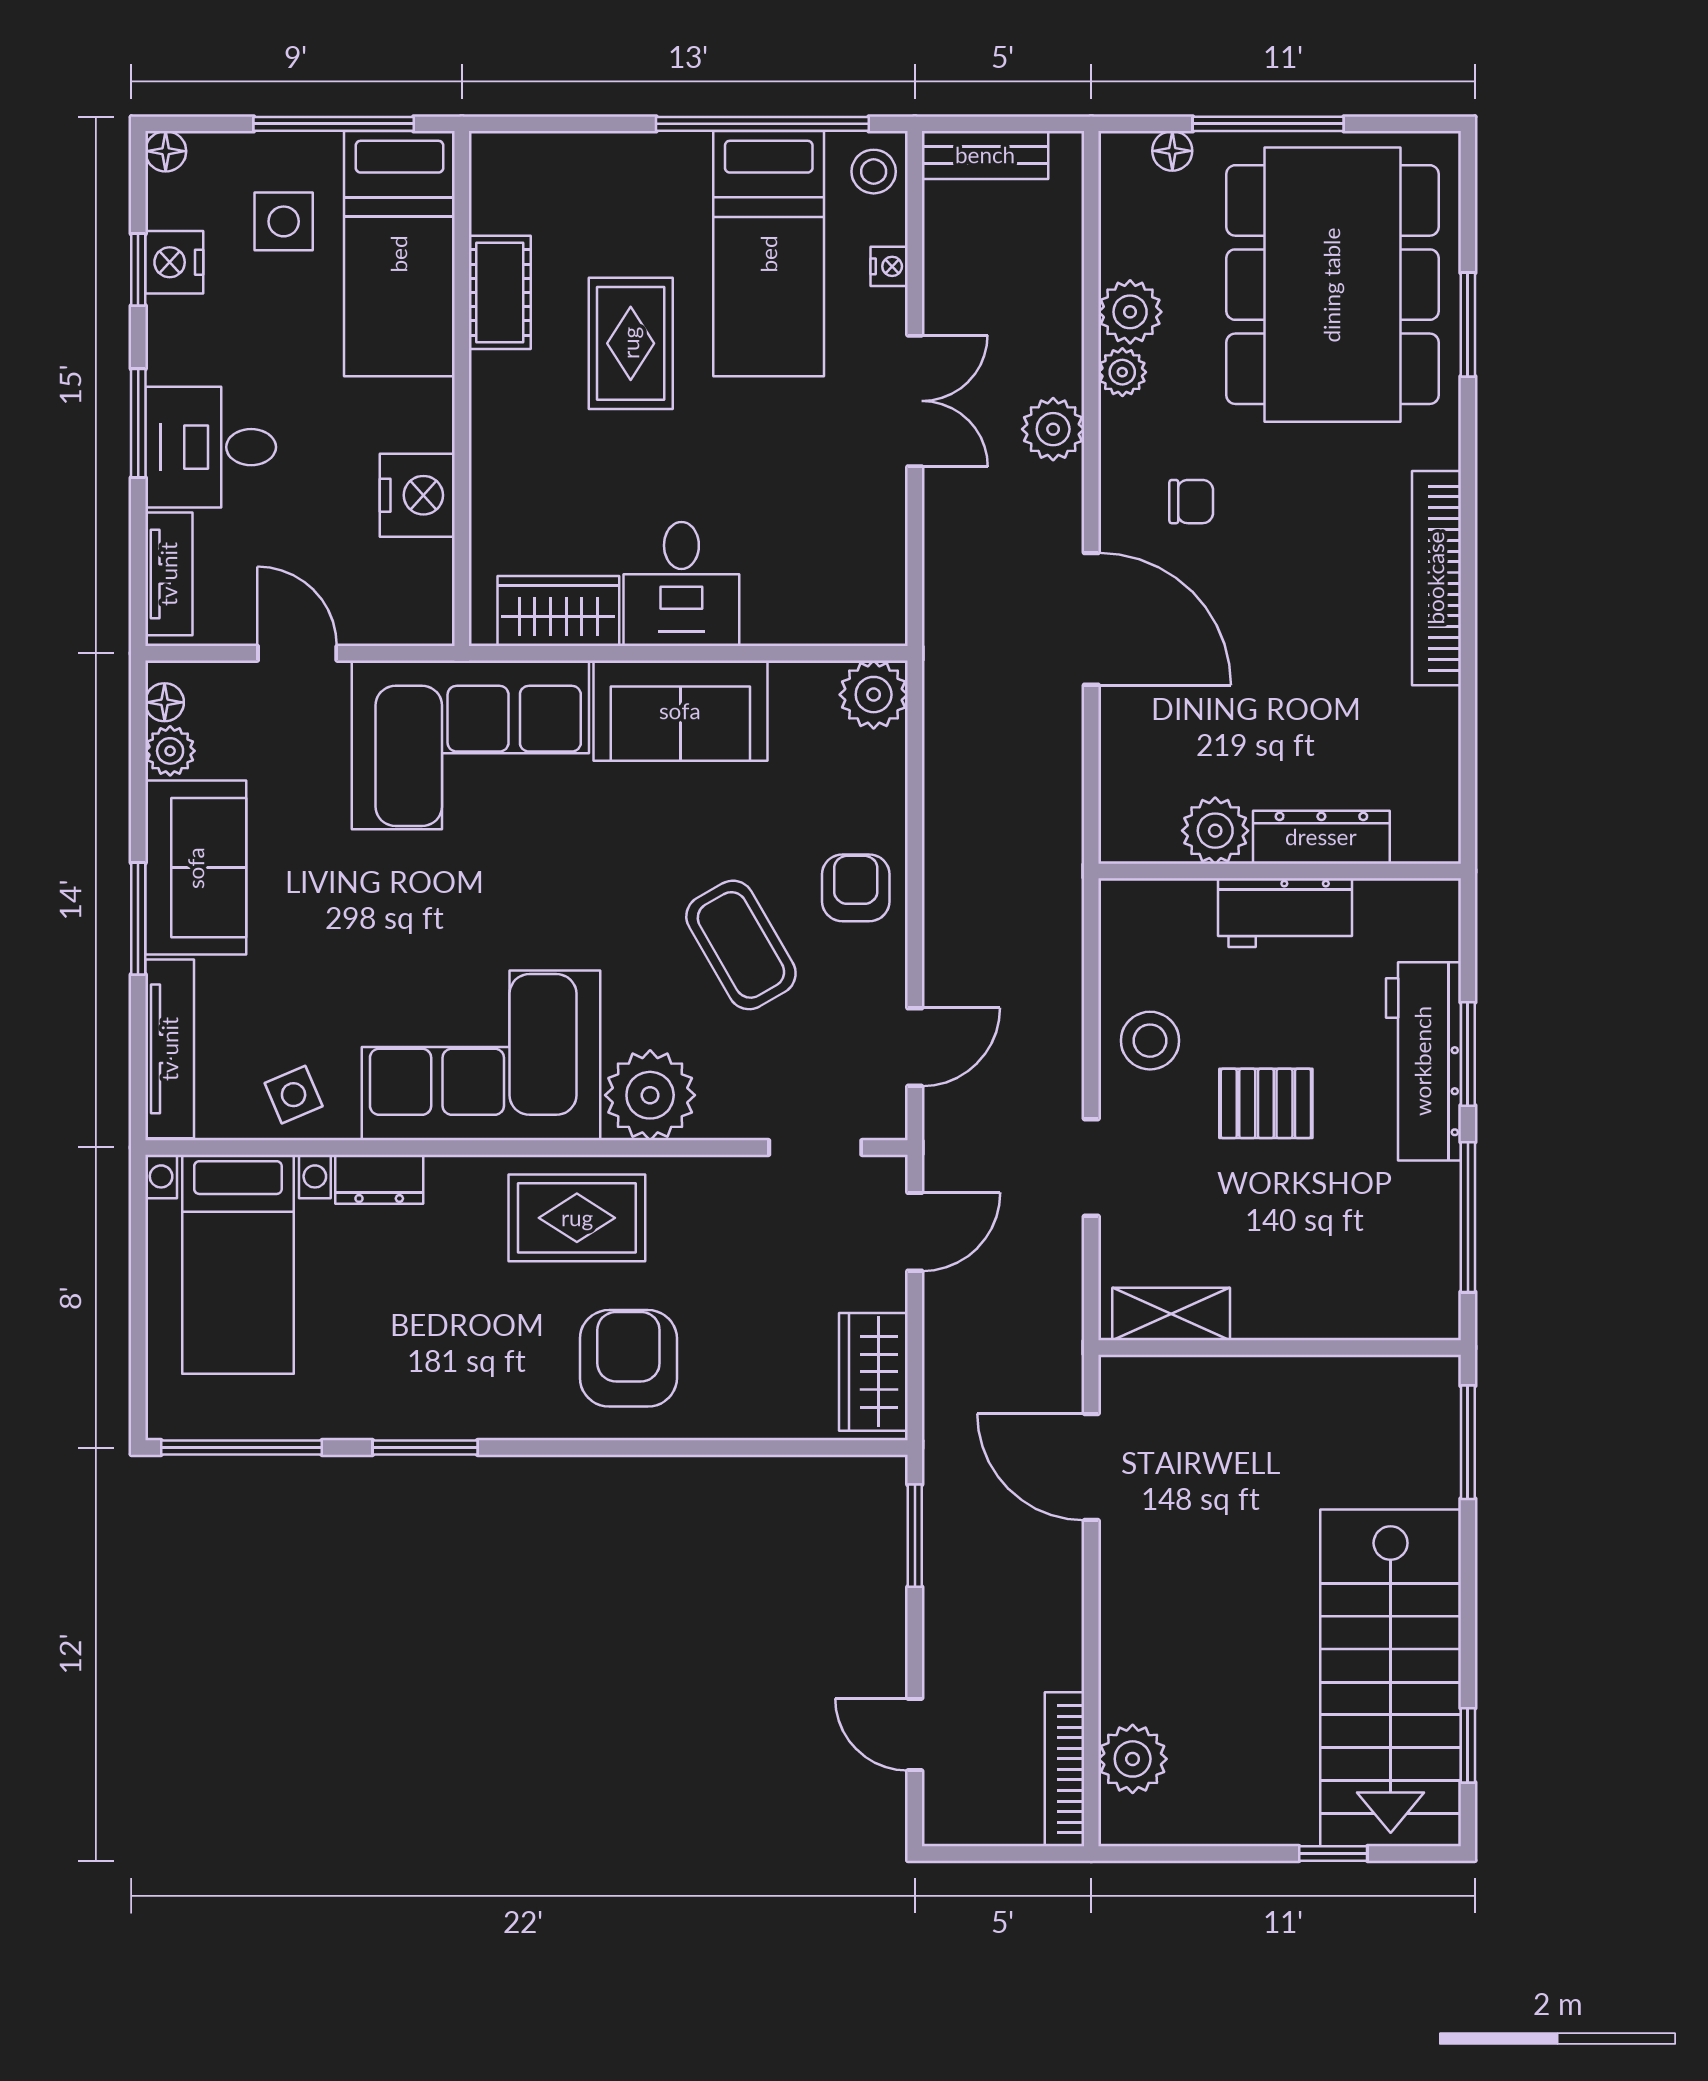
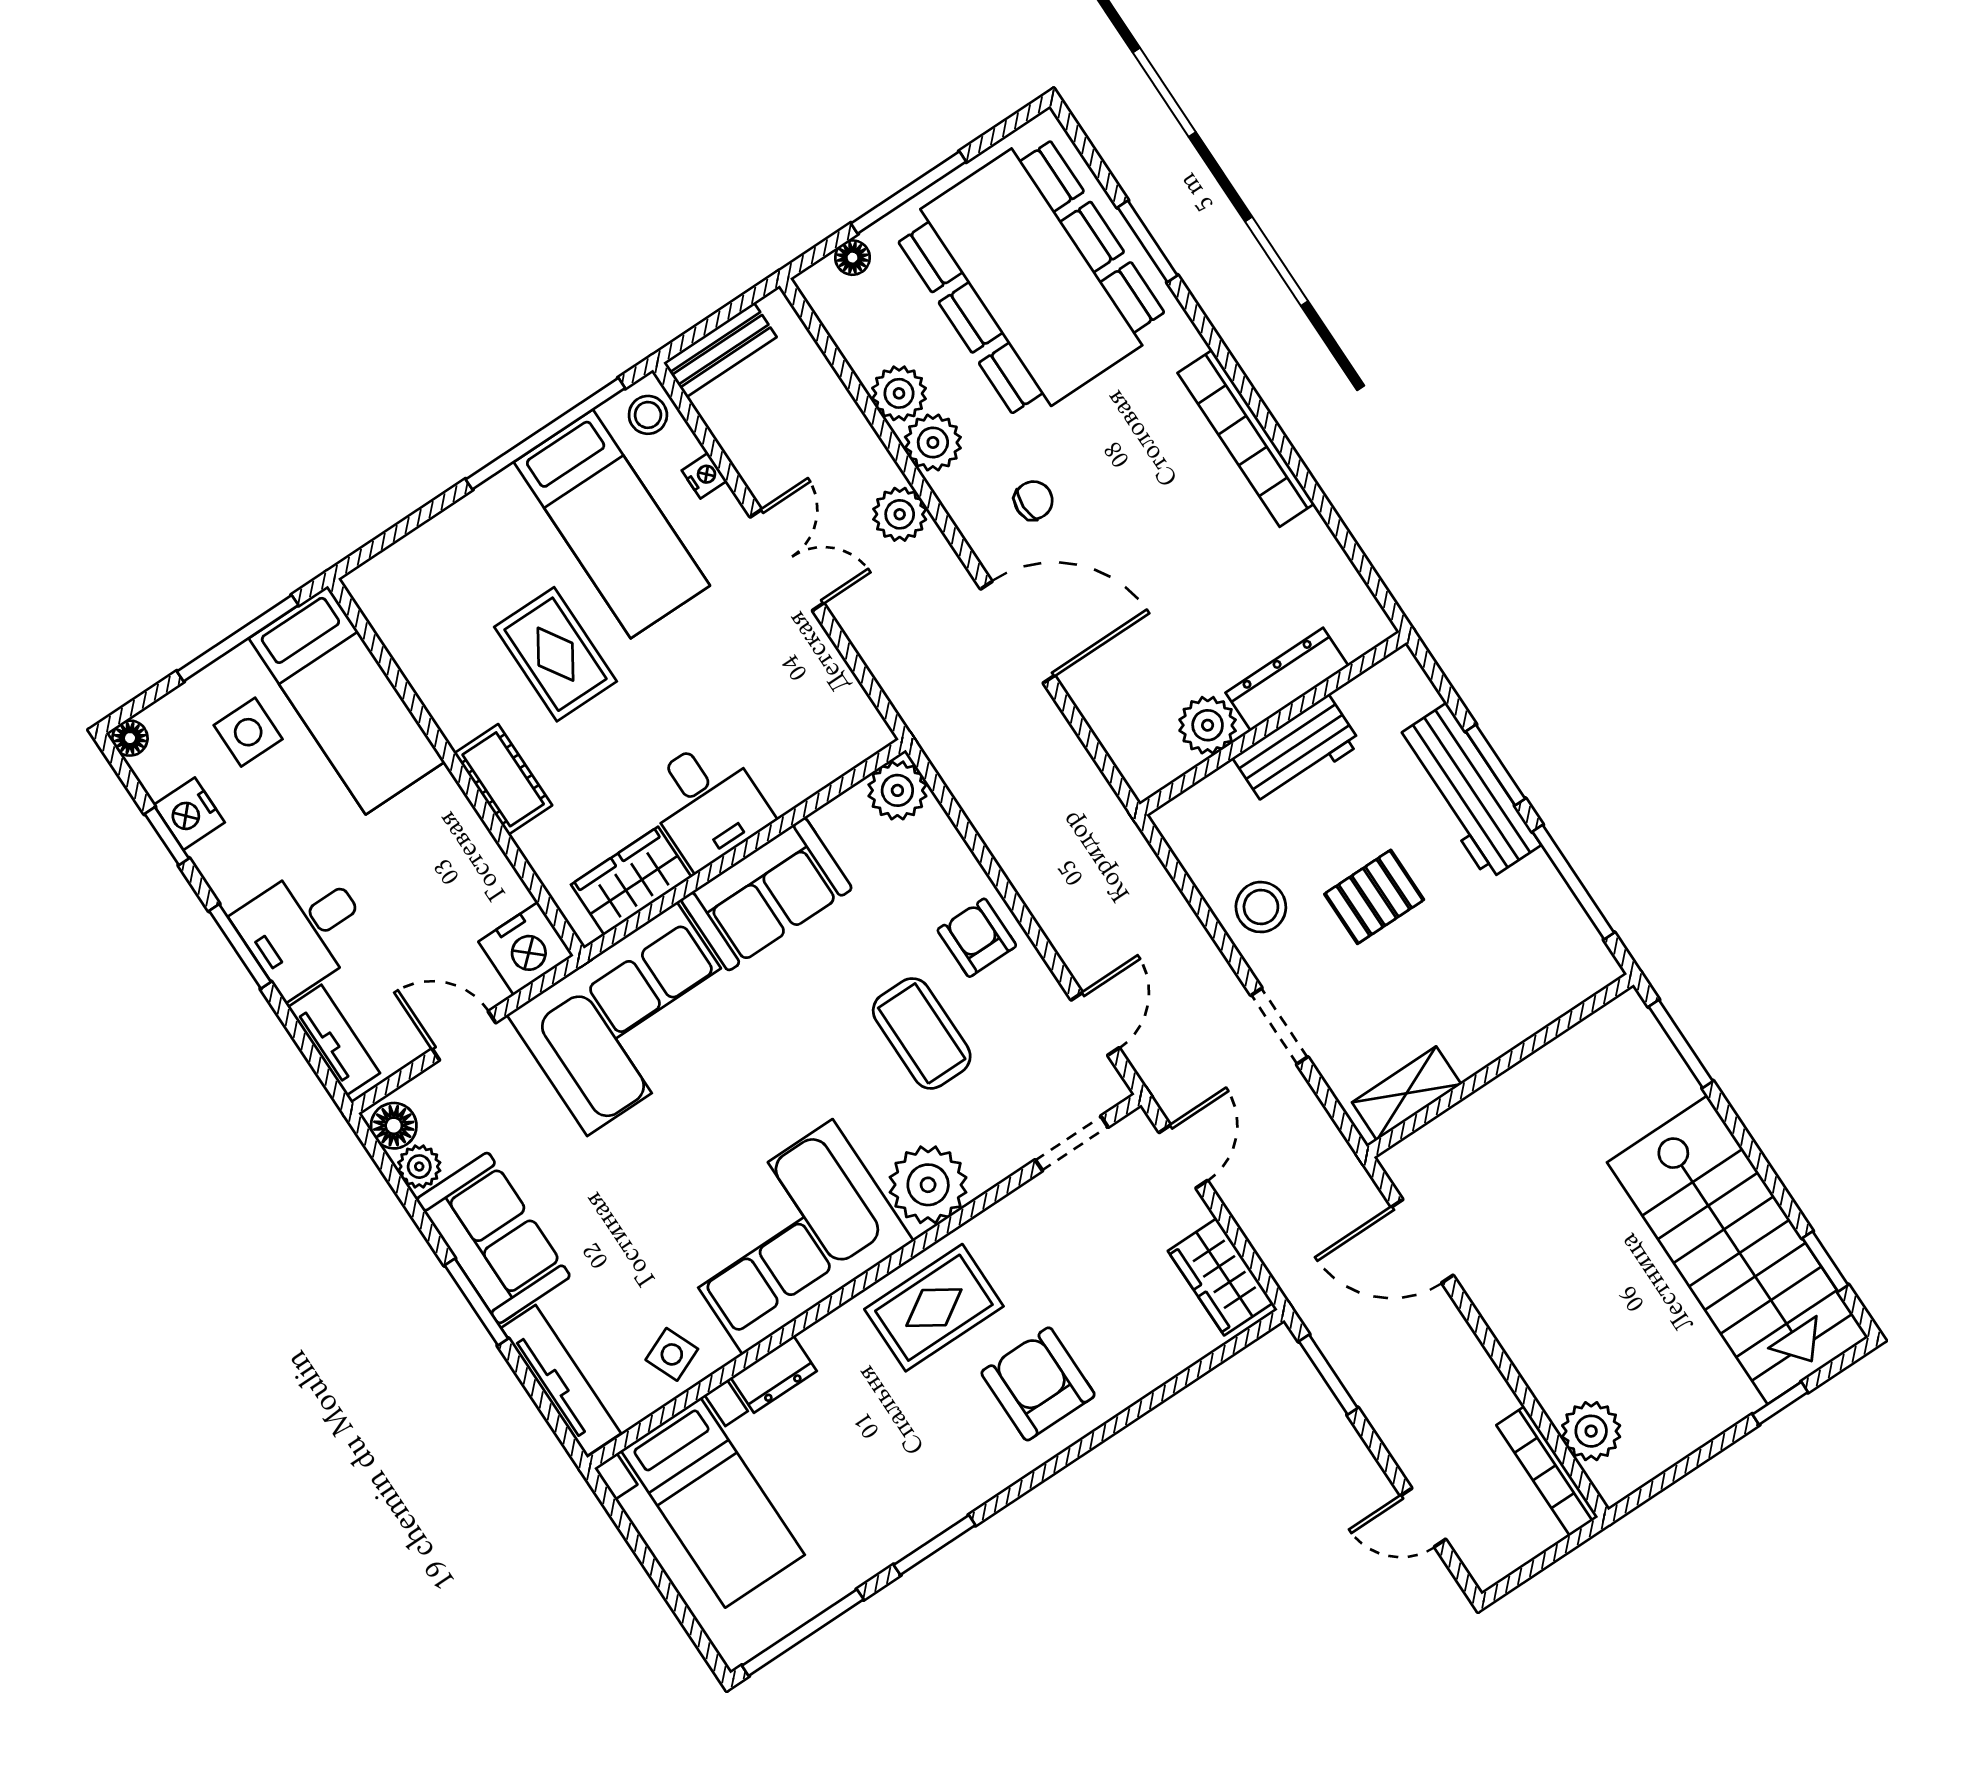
cot: (500, 292) -> (503, 779), moved
plant: (1122, 372) -> (933, 442), width x1.38, depth x1.38
nightstand: (417, 495) -> (526, 949), moved, turned 90
floor lamp: (165, 702) -> (394, 1126), width x1.37, depth x1.37
coffee table: (741, 945) -> (922, 1033), turned 30

